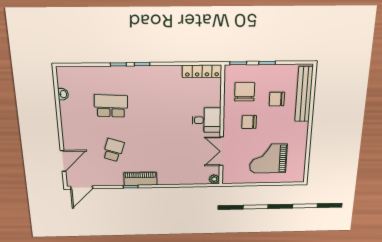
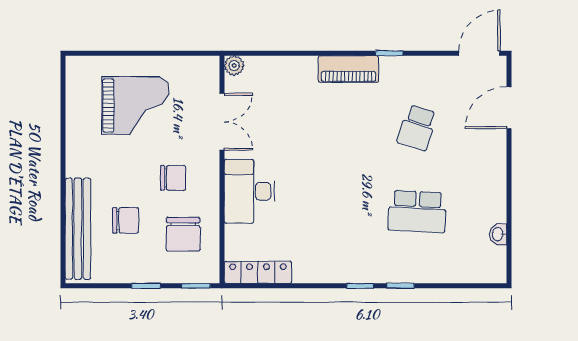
desk: (207, 120) -> (249, 191), width x1.37
piano: (140, 179) -> (348, 69), moved

